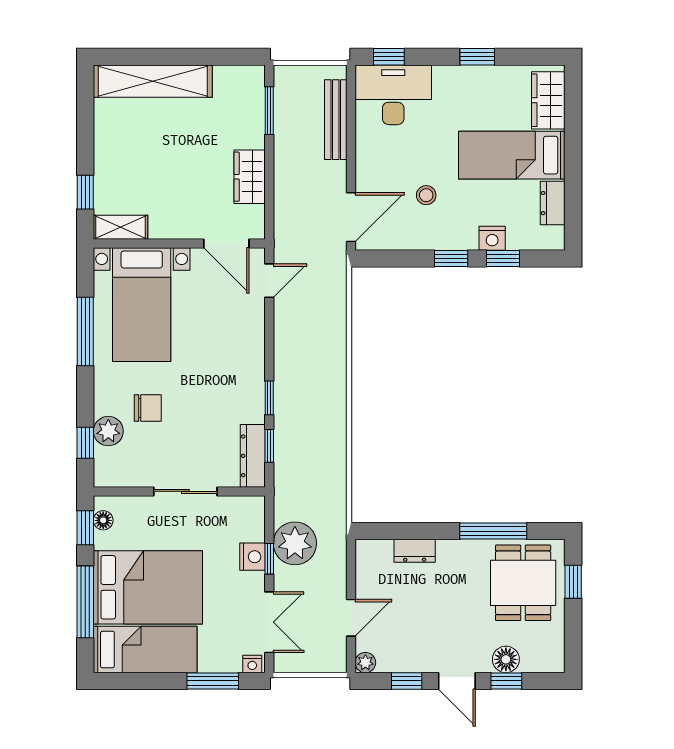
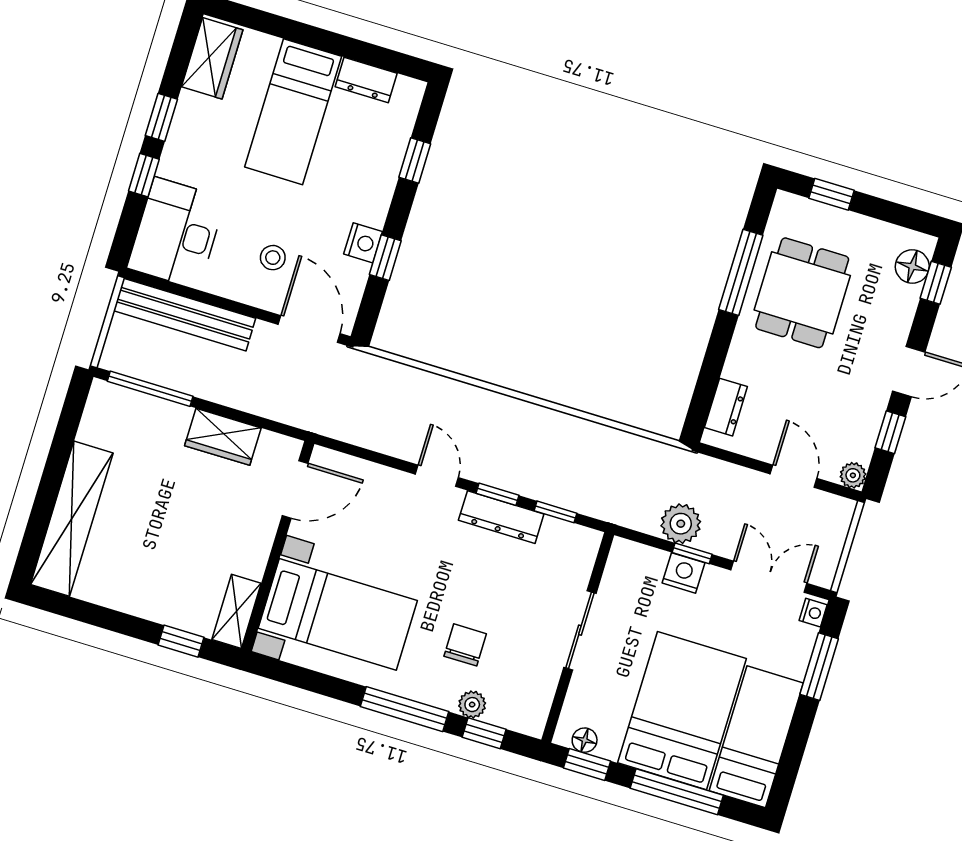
window: (389, 57) -> (144, 175), moved
wardrobe: (548, 100) -> (212, 58), moved, turned -90
window: (269, 111) -> (150, 389), width x1.44
bench: (336, 120) -> (185, 315), width x1.37, depth x1.21
stool: (426, 195) -> (273, 258), moved
nightstand: (492, 238) -> (363, 243), moved
window: (451, 258) -> (385, 258), moved
door: (269, 281) -> (437, 476), moved
window: (85, 331) -> (404, 709), moved
plant: (108, 431) -> (472, 705), width x0.73, depth x0.73
dresser: (253, 456) -> (501, 517), moved
plant: (295, 543) -> (681, 524), width x0.73, depth x0.73
dresser: (415, 551) -> (726, 407), moved
dining table: (523, 583) -> (802, 293), moved, turned 90
floor lamp: (506, 659) -> (912, 267), moved
window: (506, 681) -> (936, 283), moved

